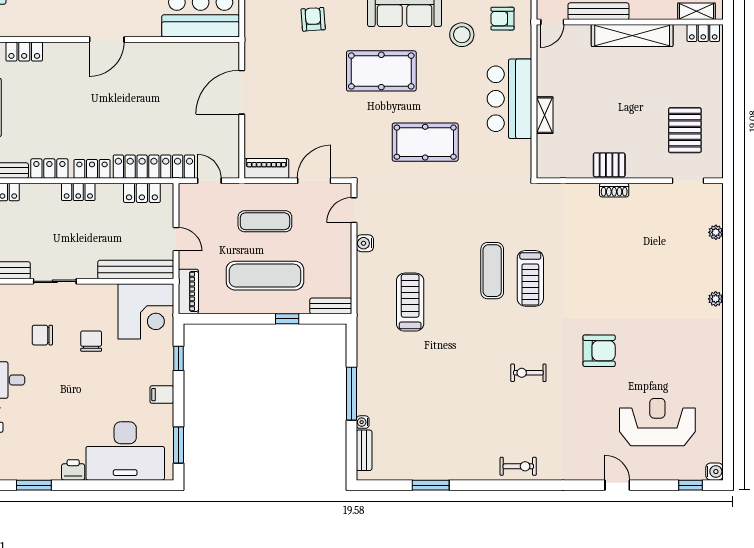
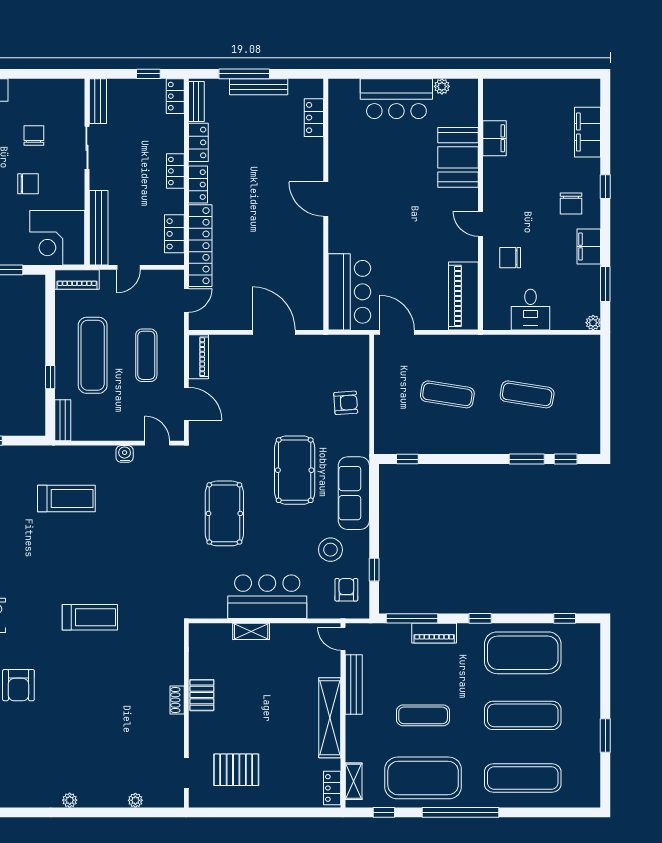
exercise mat: (492, 271) -> (98, 580), removed
treadmill: (530, 278) -> (90, 617), turned 180

